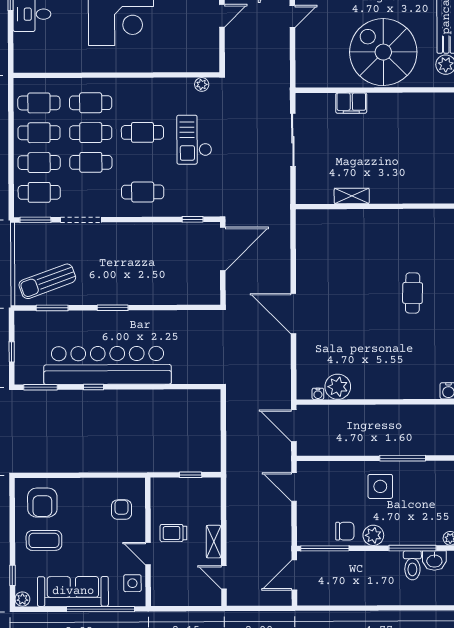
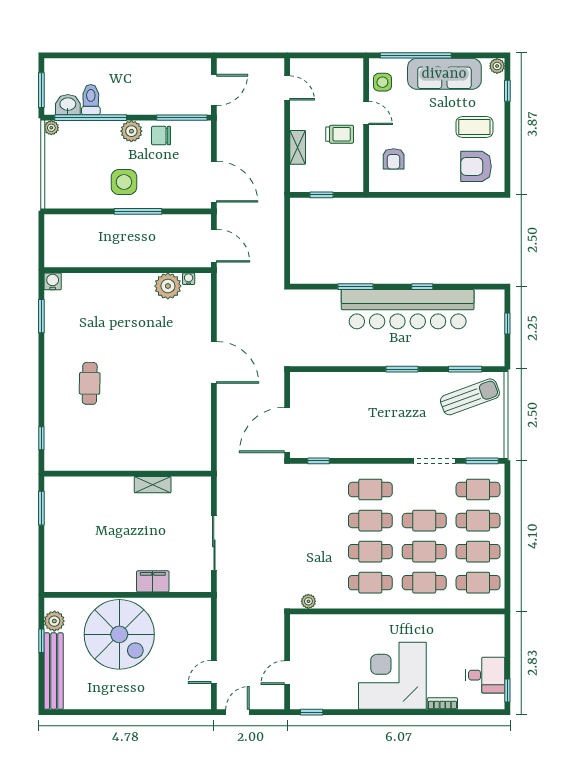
cafe table: (142, 103) -> (370, 583), added
checkout: (194, 140) -> (316, 544), removed
cafe table: (143, 162) -> (370, 521), added
window: (41, 387) -> (355, 287), moved
window: (403, 458) -> (138, 211), moved
door: (294, 487) -> (214, 182), width x1.36
armchair: (42, 503) -> (476, 166), turned -90
shelving: (214, 542) -> (298, 147), moved
window: (413, 548) -> (91, 118), width x1.46

